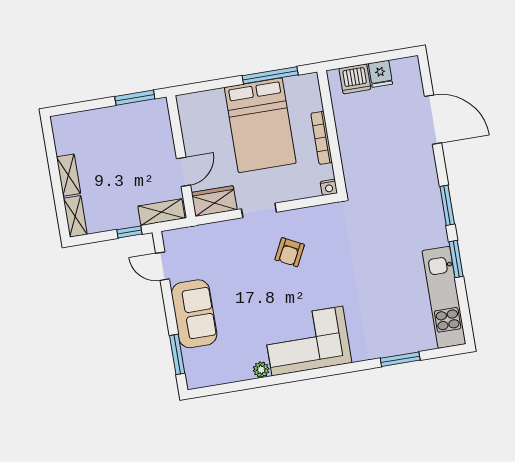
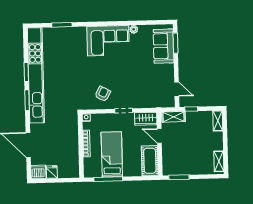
dishwasher: (355, 79) -> (38, 172), moved
cot: (195, 122) -> (150, 161), added
bed: (260, 125) -> (112, 154), width x0.67
door: (183, 172) -> (159, 136), hinge flipped
shelving: (68, 175) -> (219, 161), moved
armchair: (290, 252) -> (103, 94), moved
kitchen unit: (444, 297) -> (36, 75), width x1.86
sofa: (194, 314) -> (164, 46), moved

